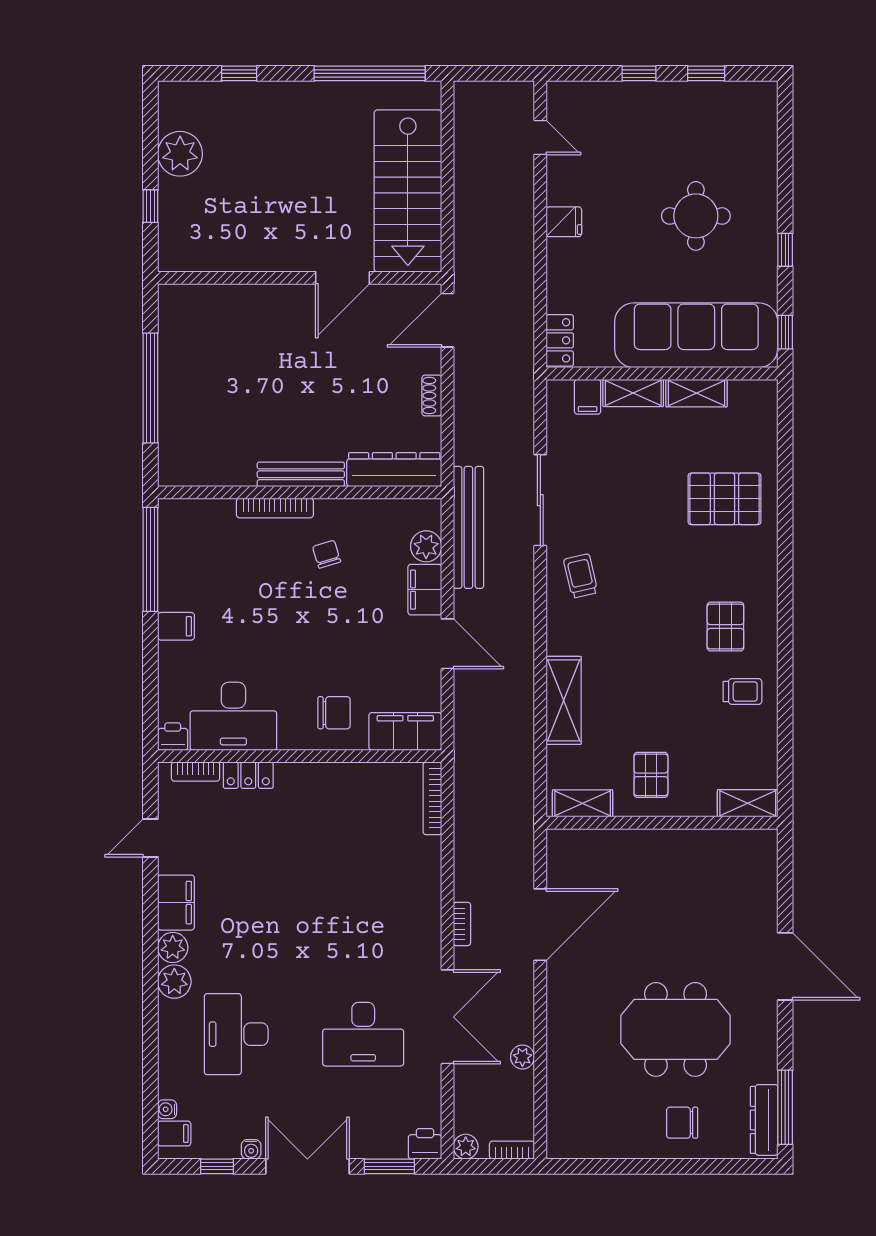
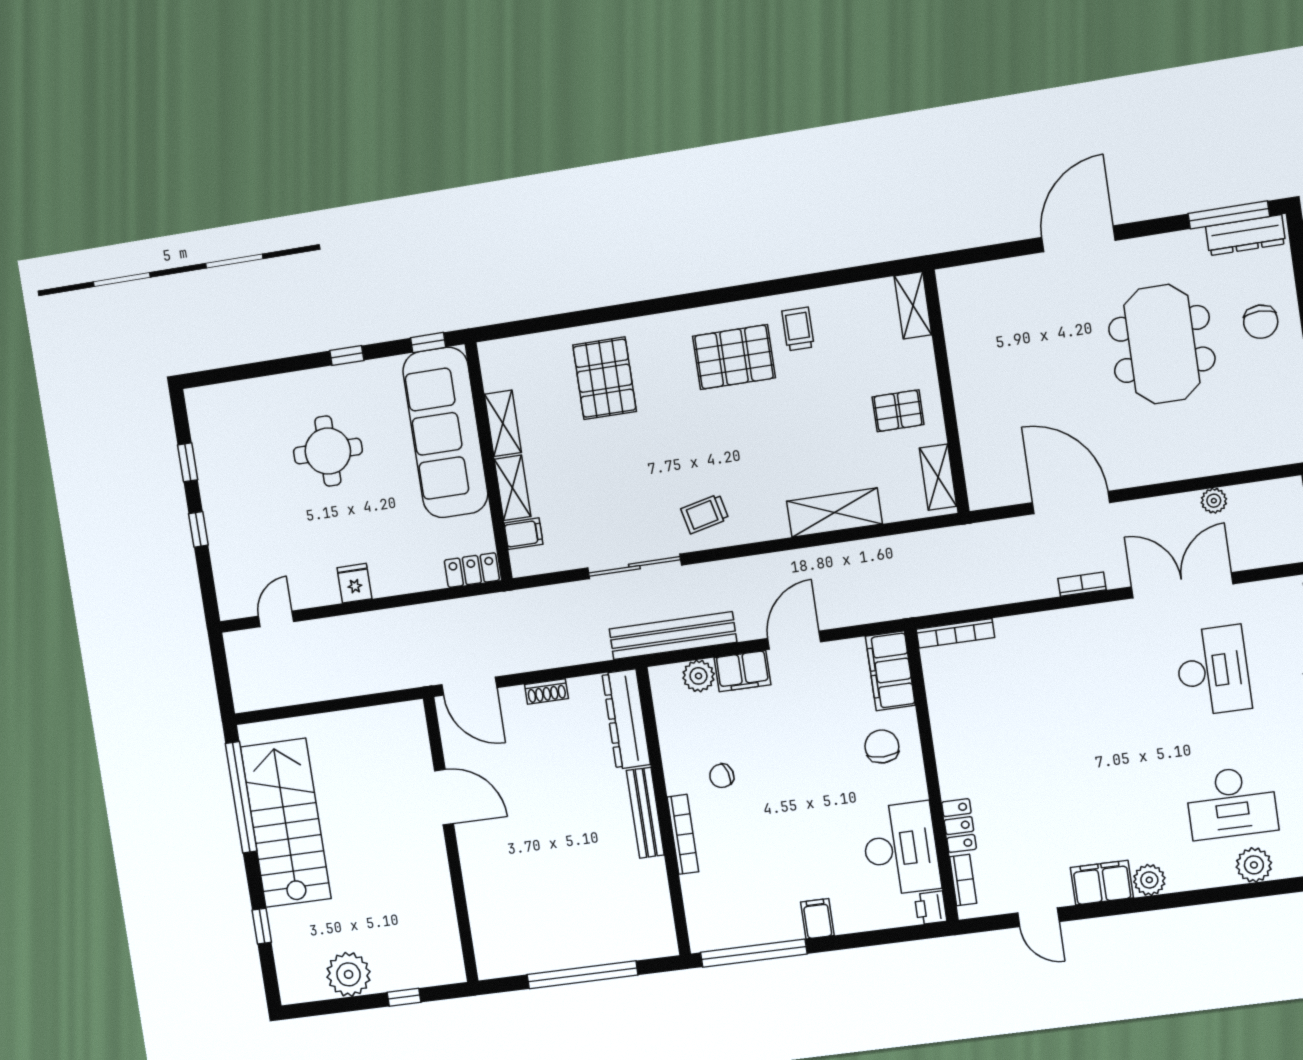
stairs: (408, 191) -> (286, 823), moved, turned -90
pallet: (725, 627) -> (734, 357), width x1.50, depth x1.42
plant: (174, 982) -> (1254, 865), moved

